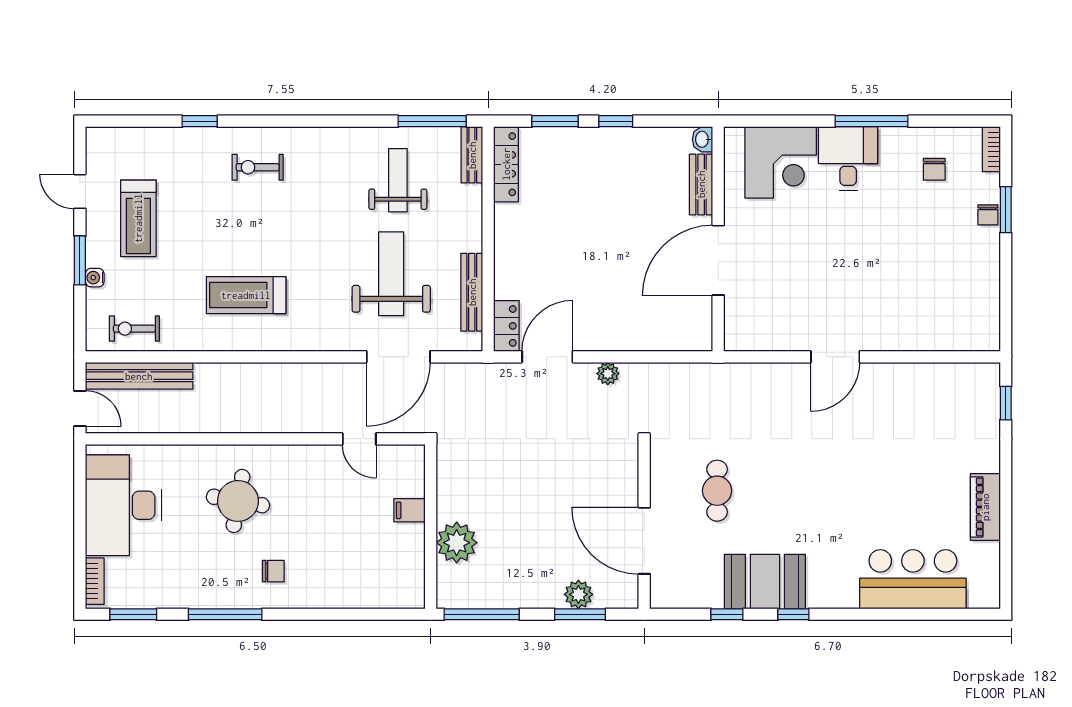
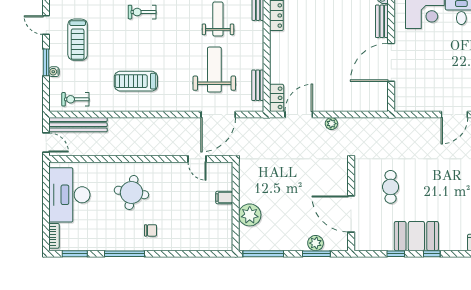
bench: (472, 292) -> (258, 85), width x0.73

